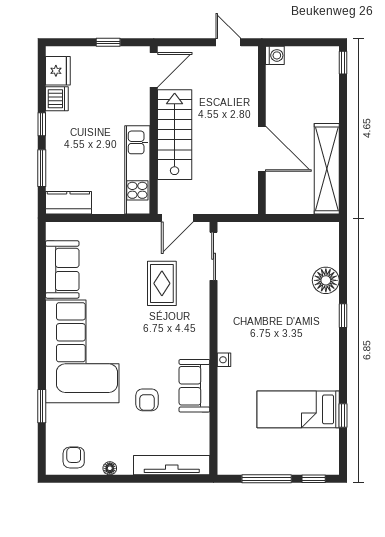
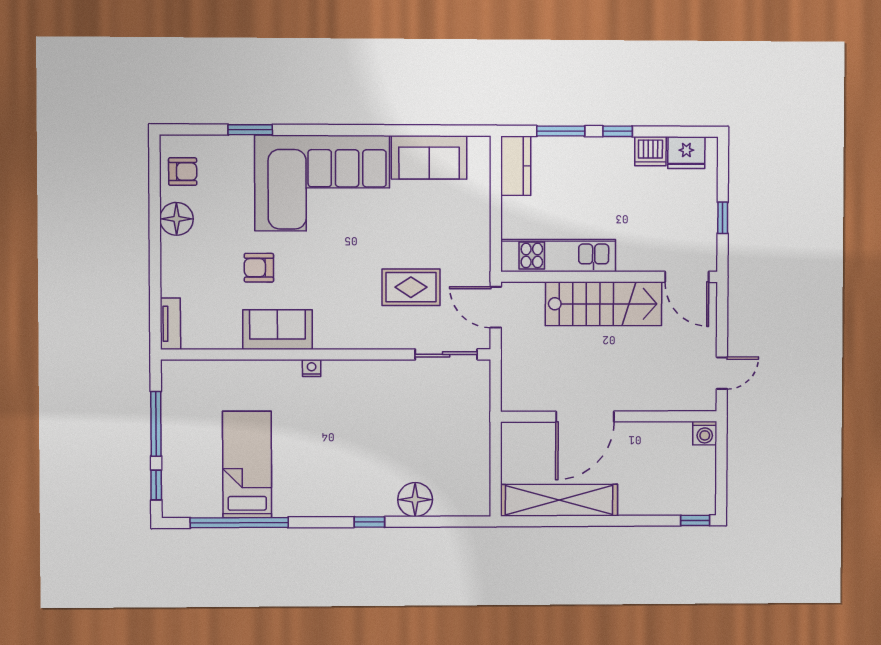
window: (343, 416) -> (239, 523), width x3.17
tv unit: (172, 465) -> (170, 324), width x0.52, depth x0.78
floor lamp: (110, 468) -> (177, 219), width x1.89, depth x1.89

